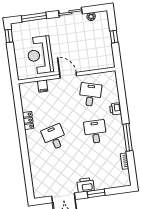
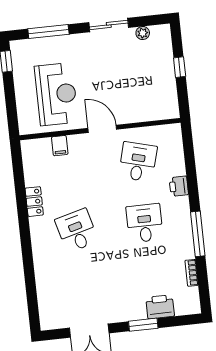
reception desk: (40, 55) -> (56, 94), turned 180
printer: (85, 185) -> (160, 307), moved

